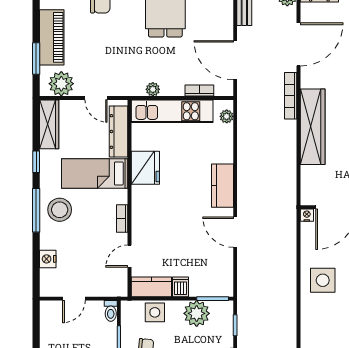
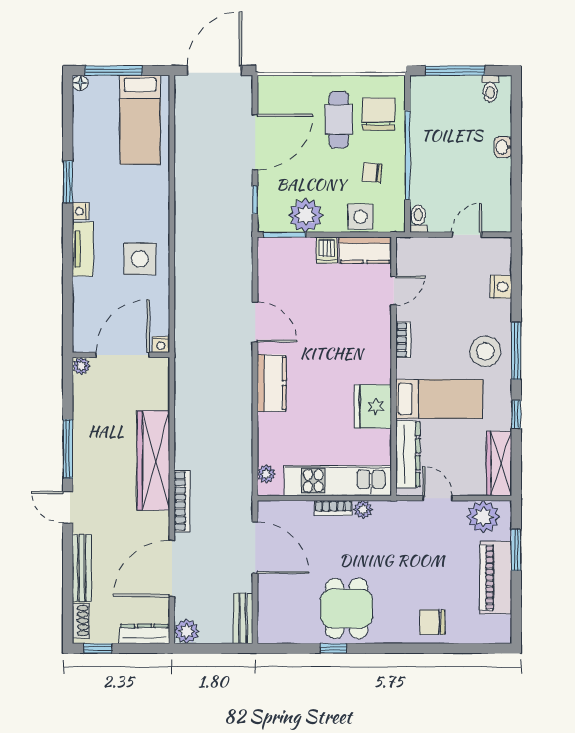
bookcase: (199, 90) -> (333, 508), moved

